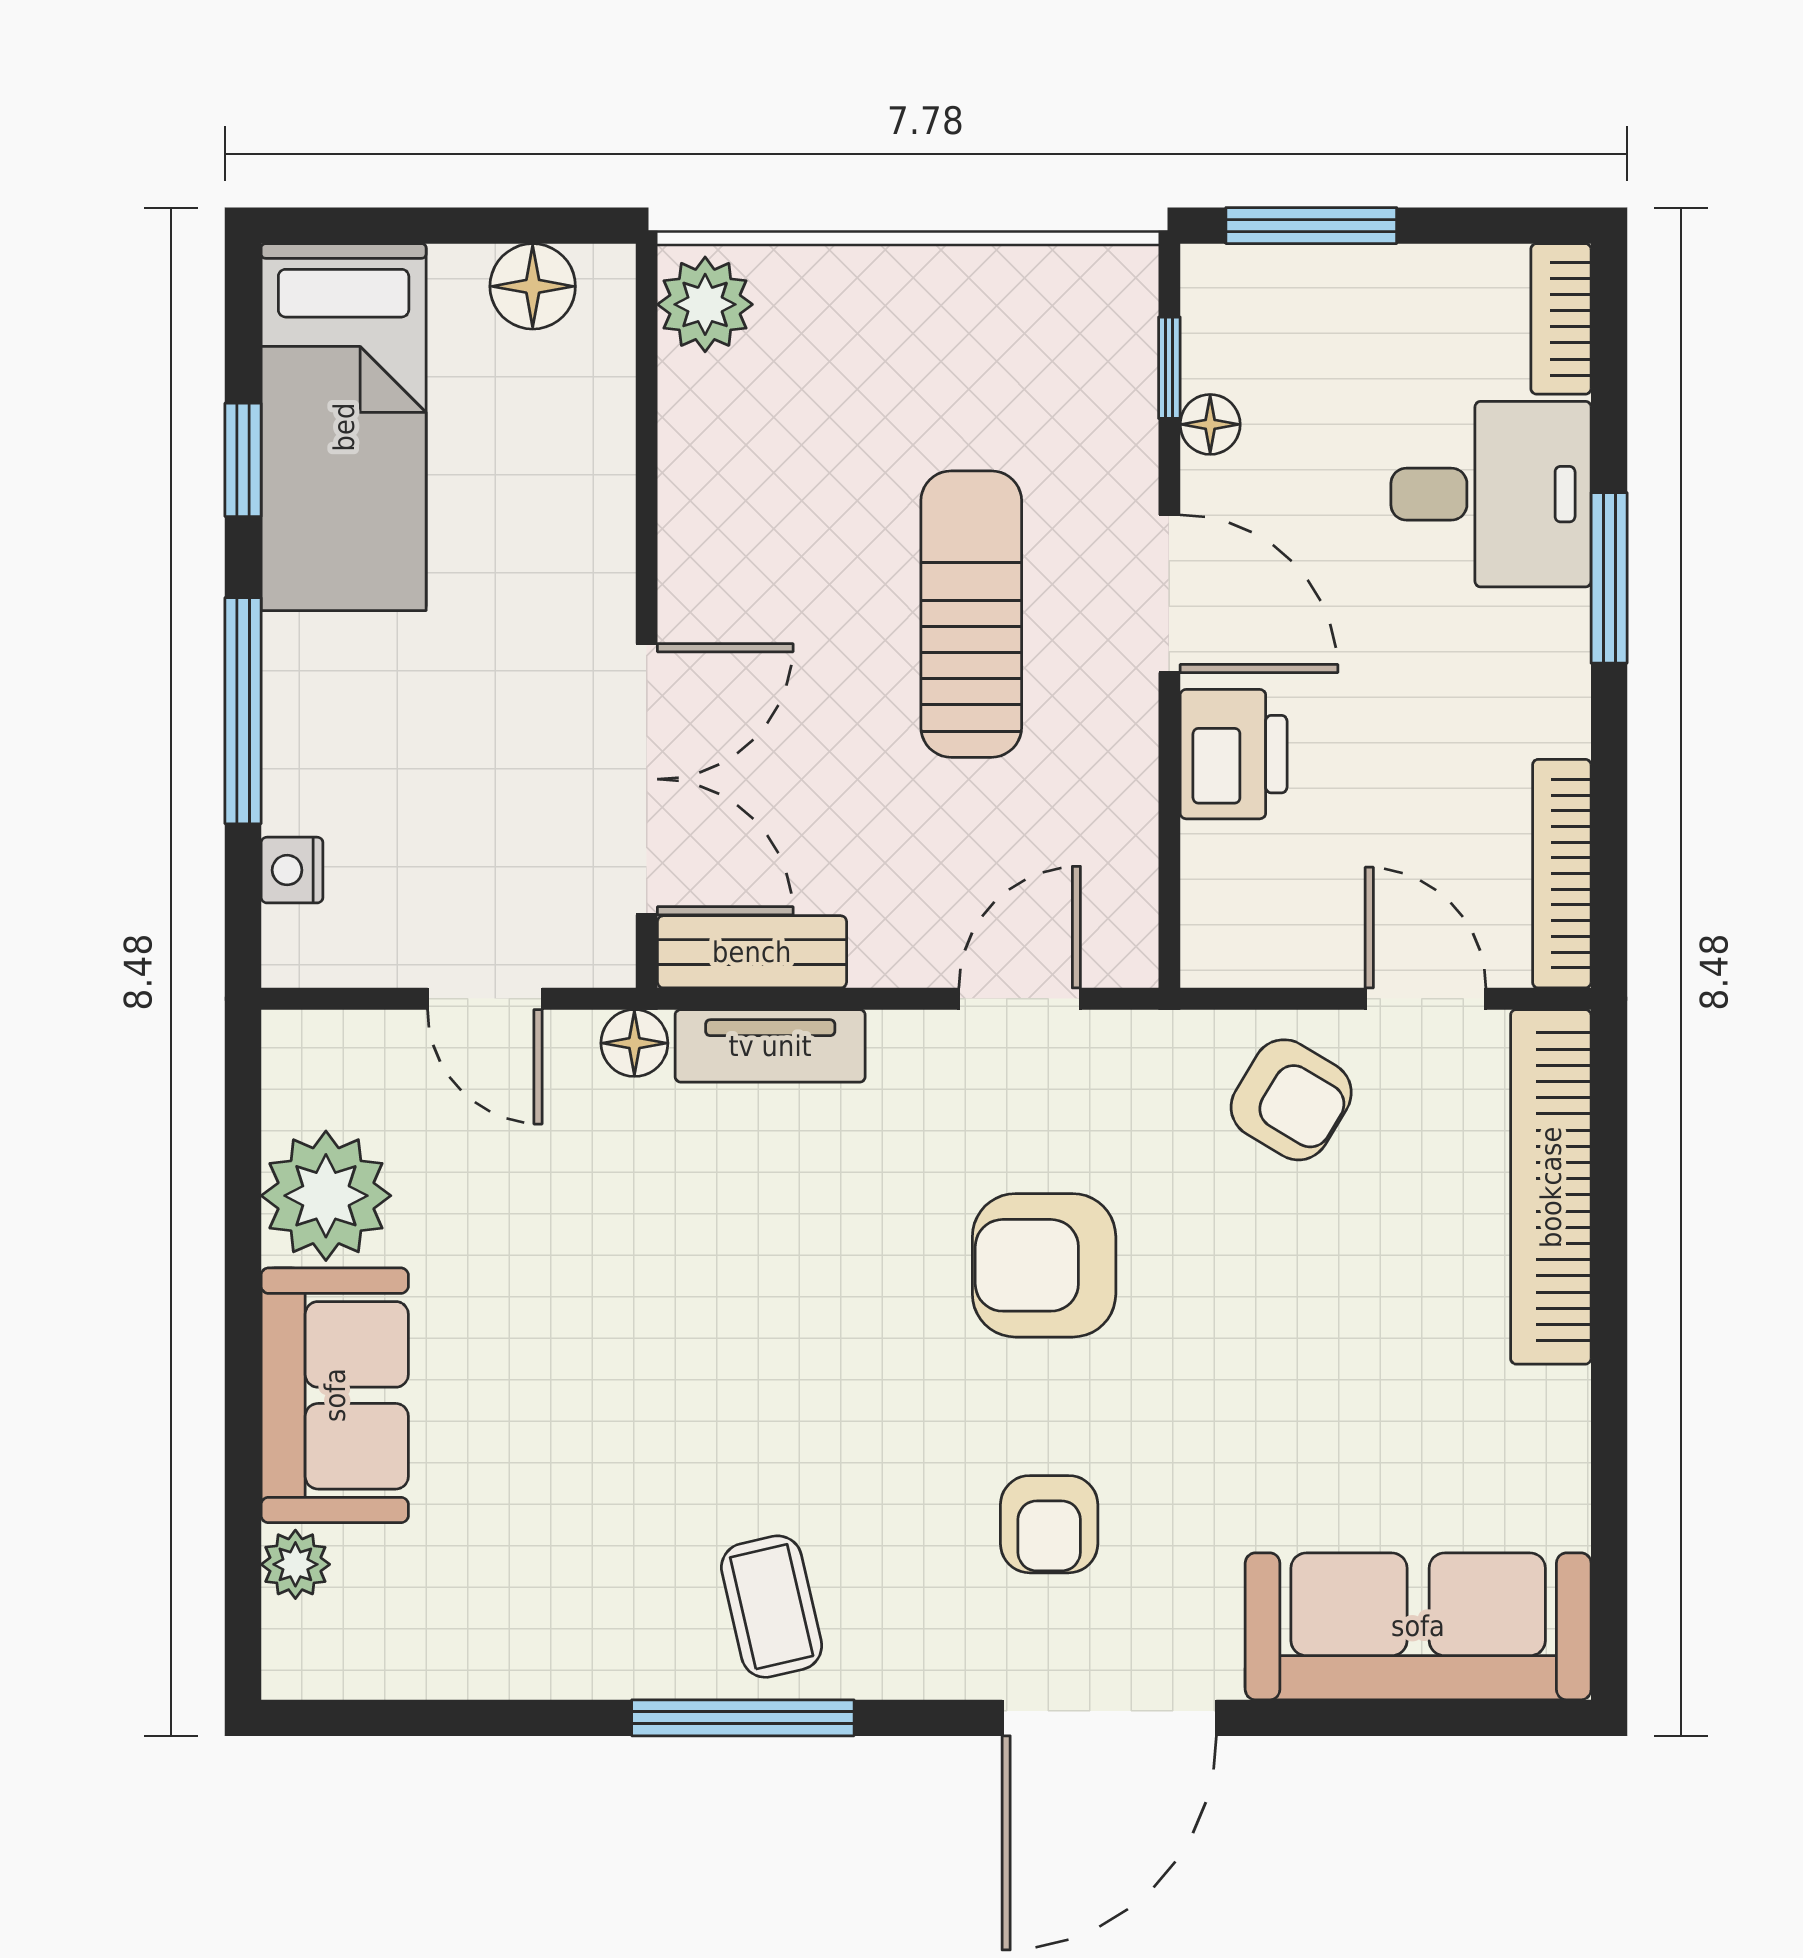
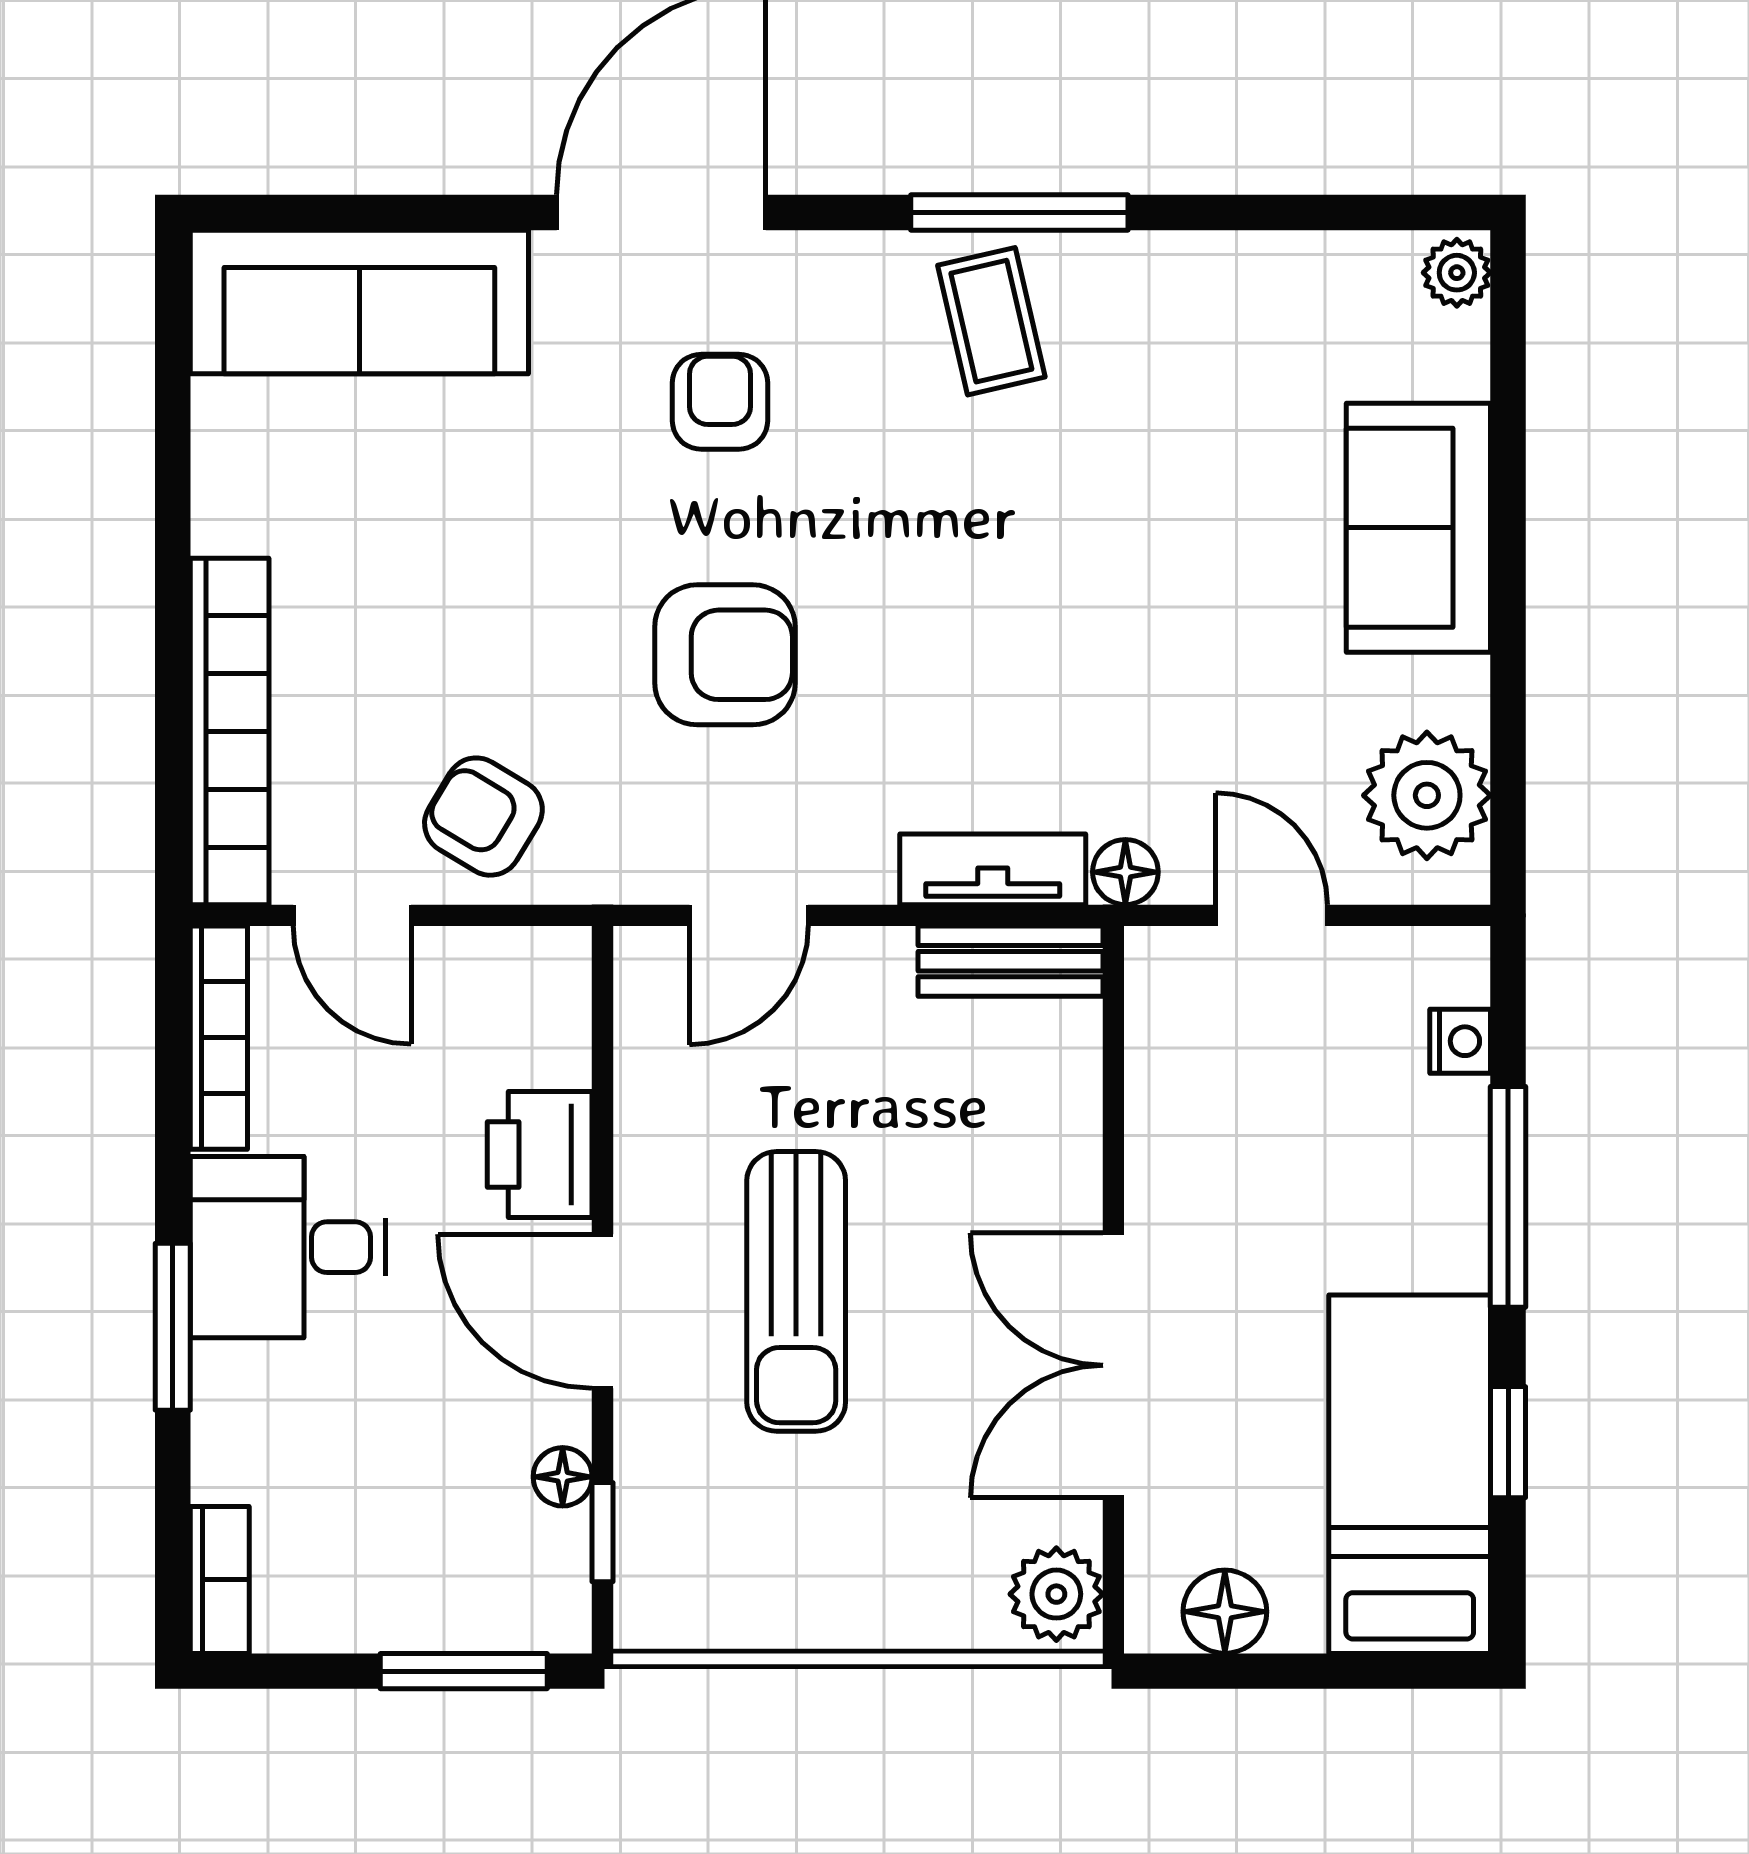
desk: (1491, 494) -> (288, 1247), moved
double door: (647, 779) -> (1113, 1365), moved
plant: (326, 1196) -> (1427, 795), moved
plant: (295, 1564) -> (1457, 273), moved

